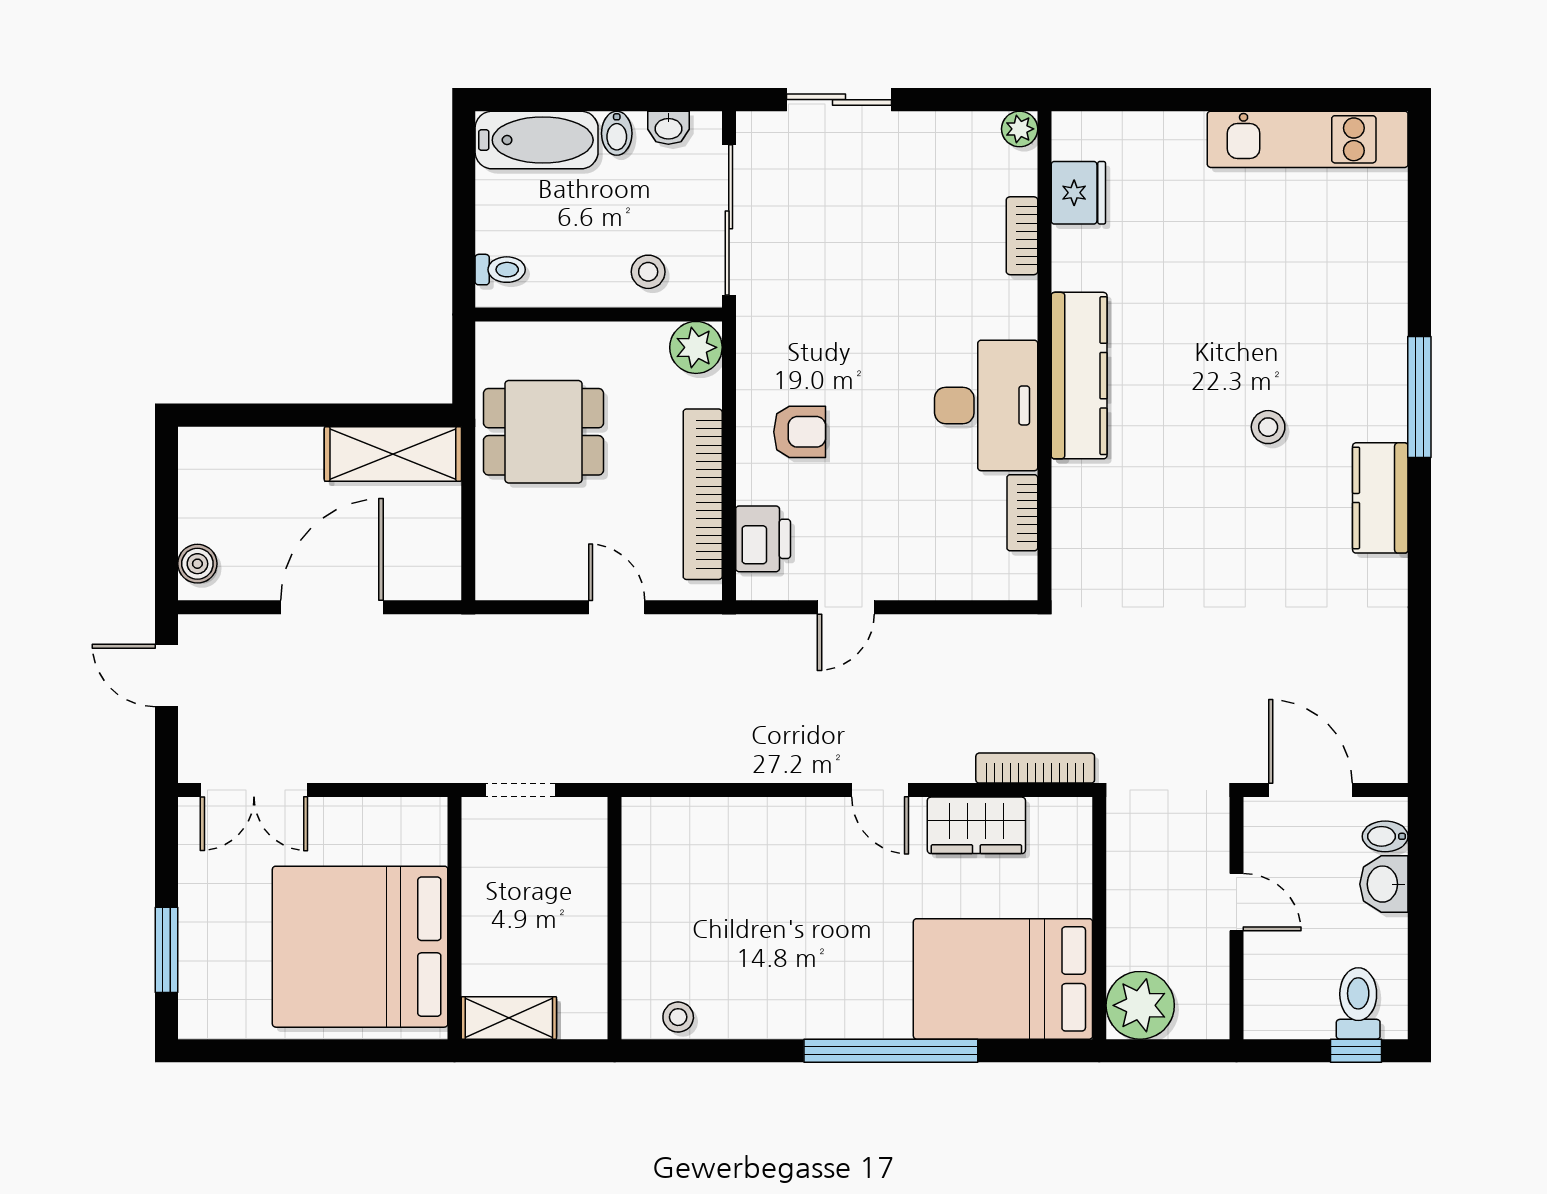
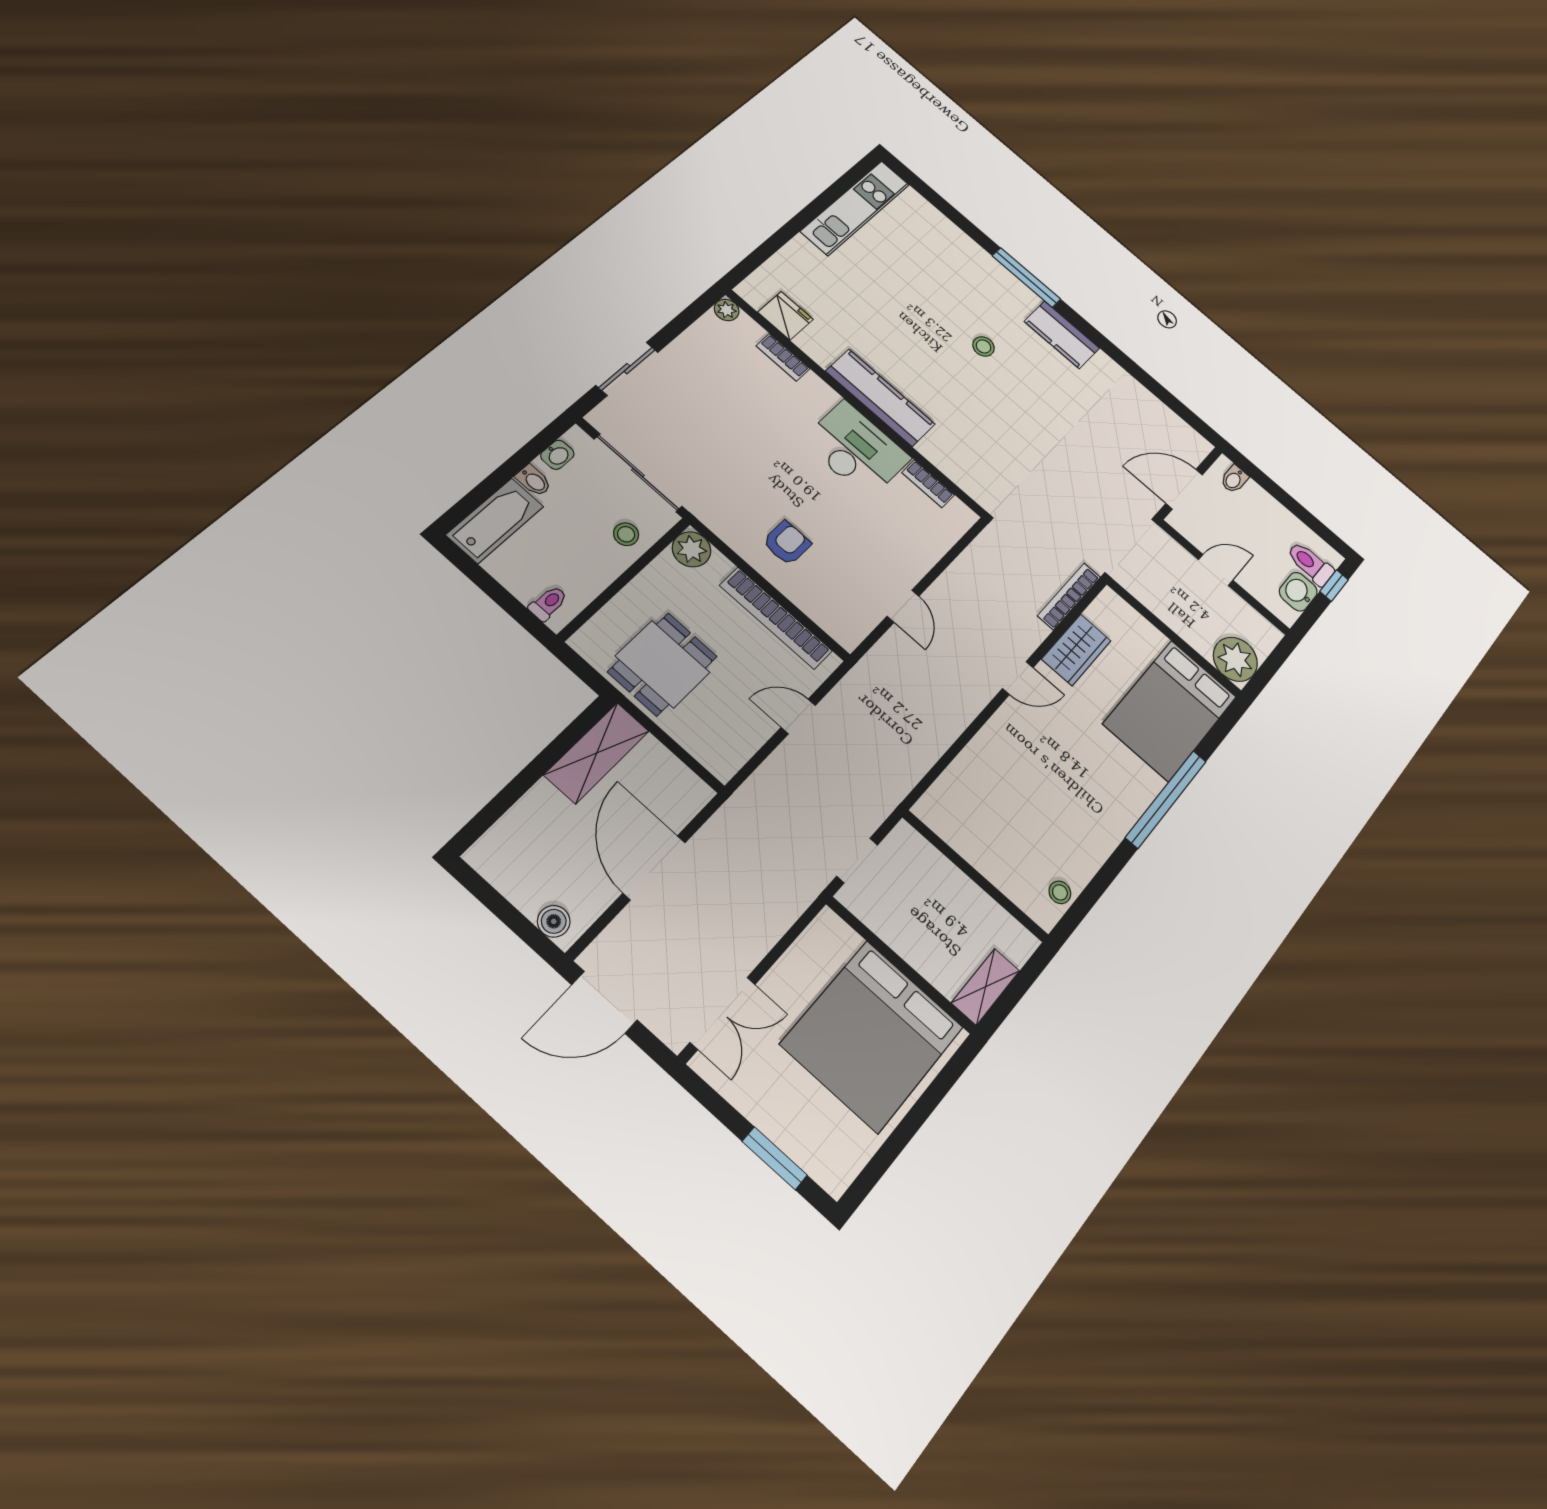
printer: (763, 539) -> (829, 611), removed
door: (166, 675) -> (604, 1002), width x1.38
washbasin: (1384, 884) -> (1298, 592), moved, turned 90

